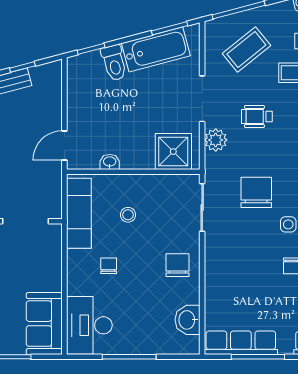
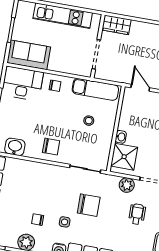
washbasin: (110, 162) -> (121, 137), moved
chair: (109, 266) -> (55, 86), moved

